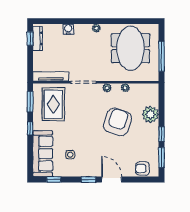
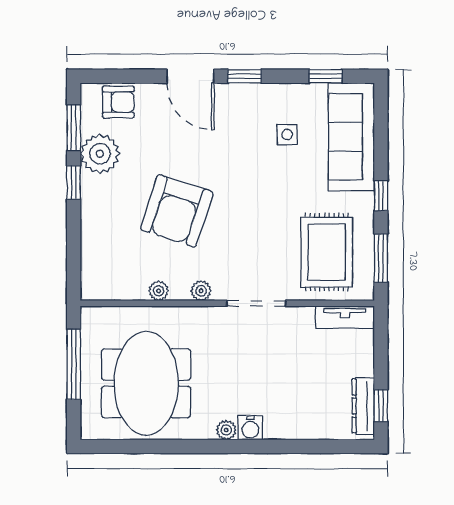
water cooler: (68, 29) -> (250, 428), moved
tv unit: (51, 76) -> (345, 317), width x0.71
plant: (150, 114) -> (100, 154), moved

